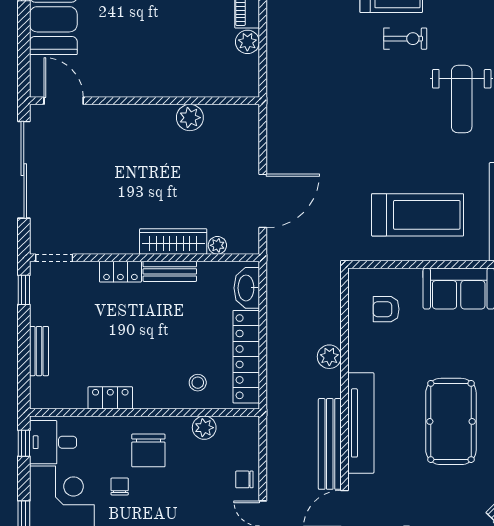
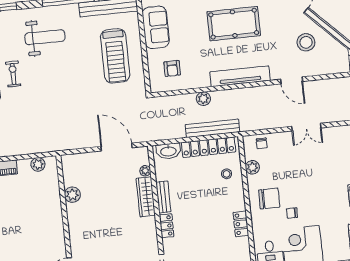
plant: (247, 42) -> (38, 164), moved
treadmill: (418, 215) -> (115, 56), turned 180
bench: (330, 444) -> (212, 128), moved
chair: (244, 479) -> (262, 143), moved

